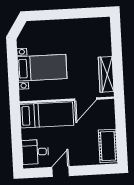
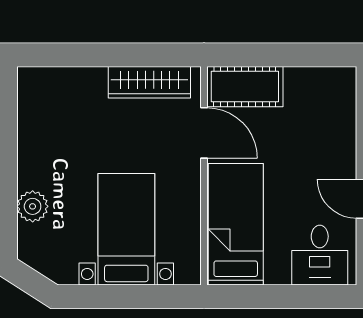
plant: (50, 27) -> (33, 206), added
cot: (108, 146) -> (245, 87), moved

